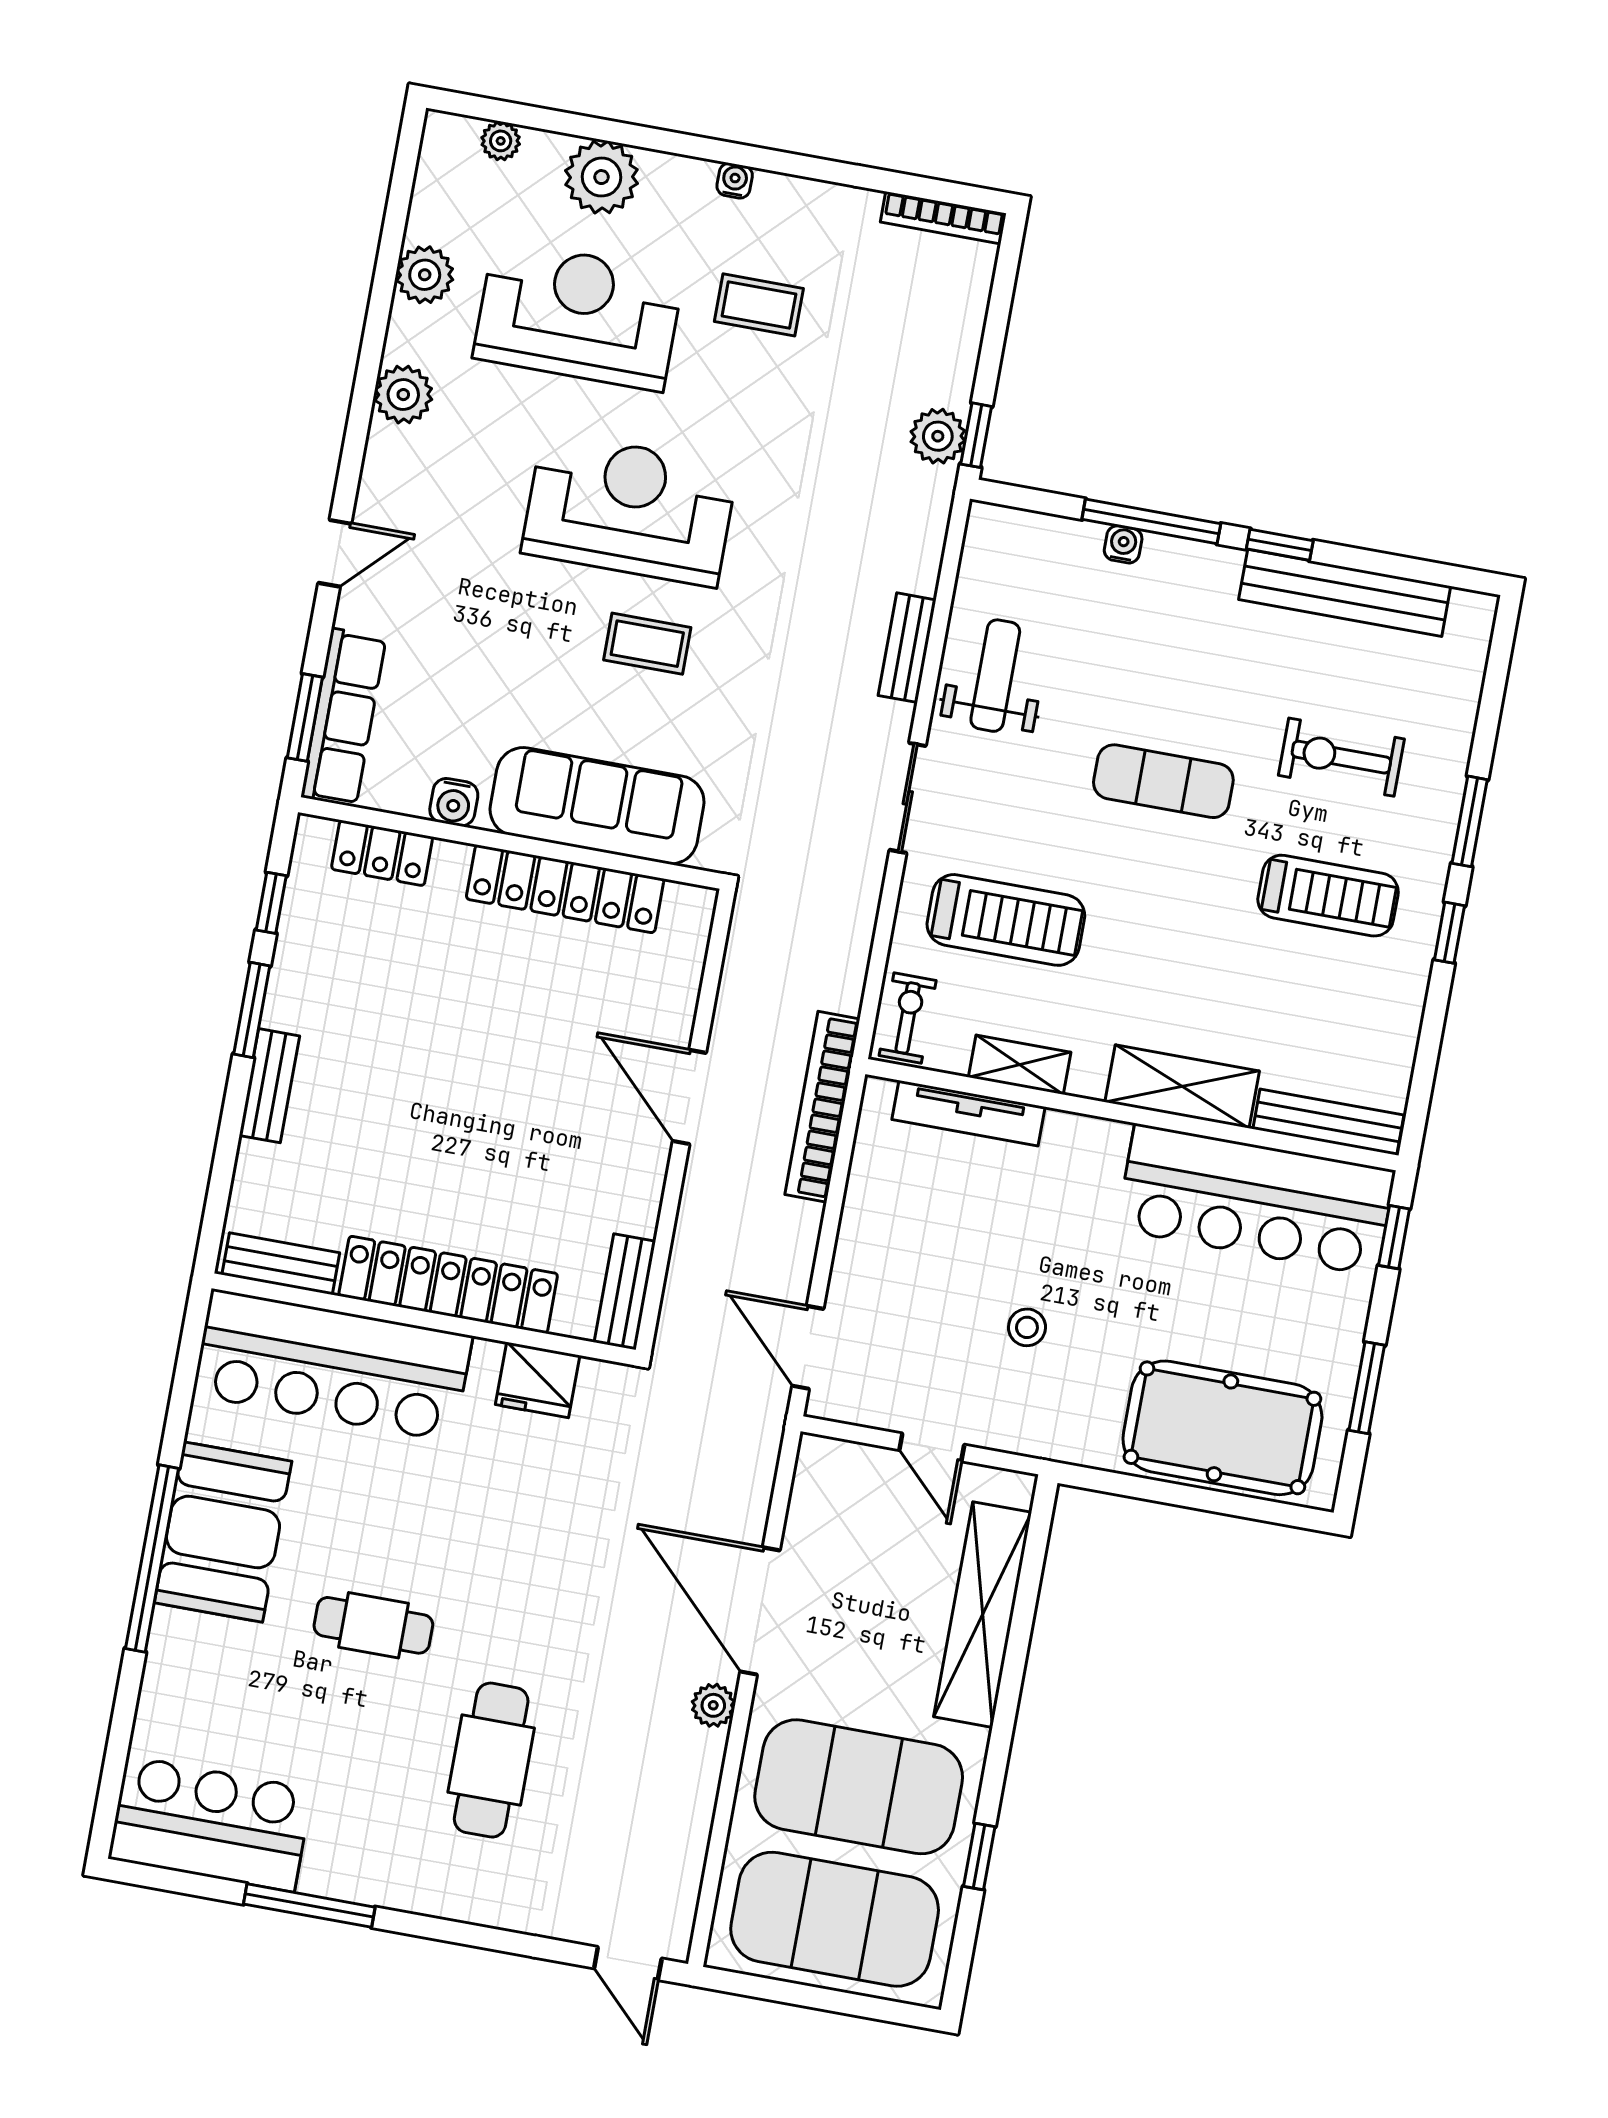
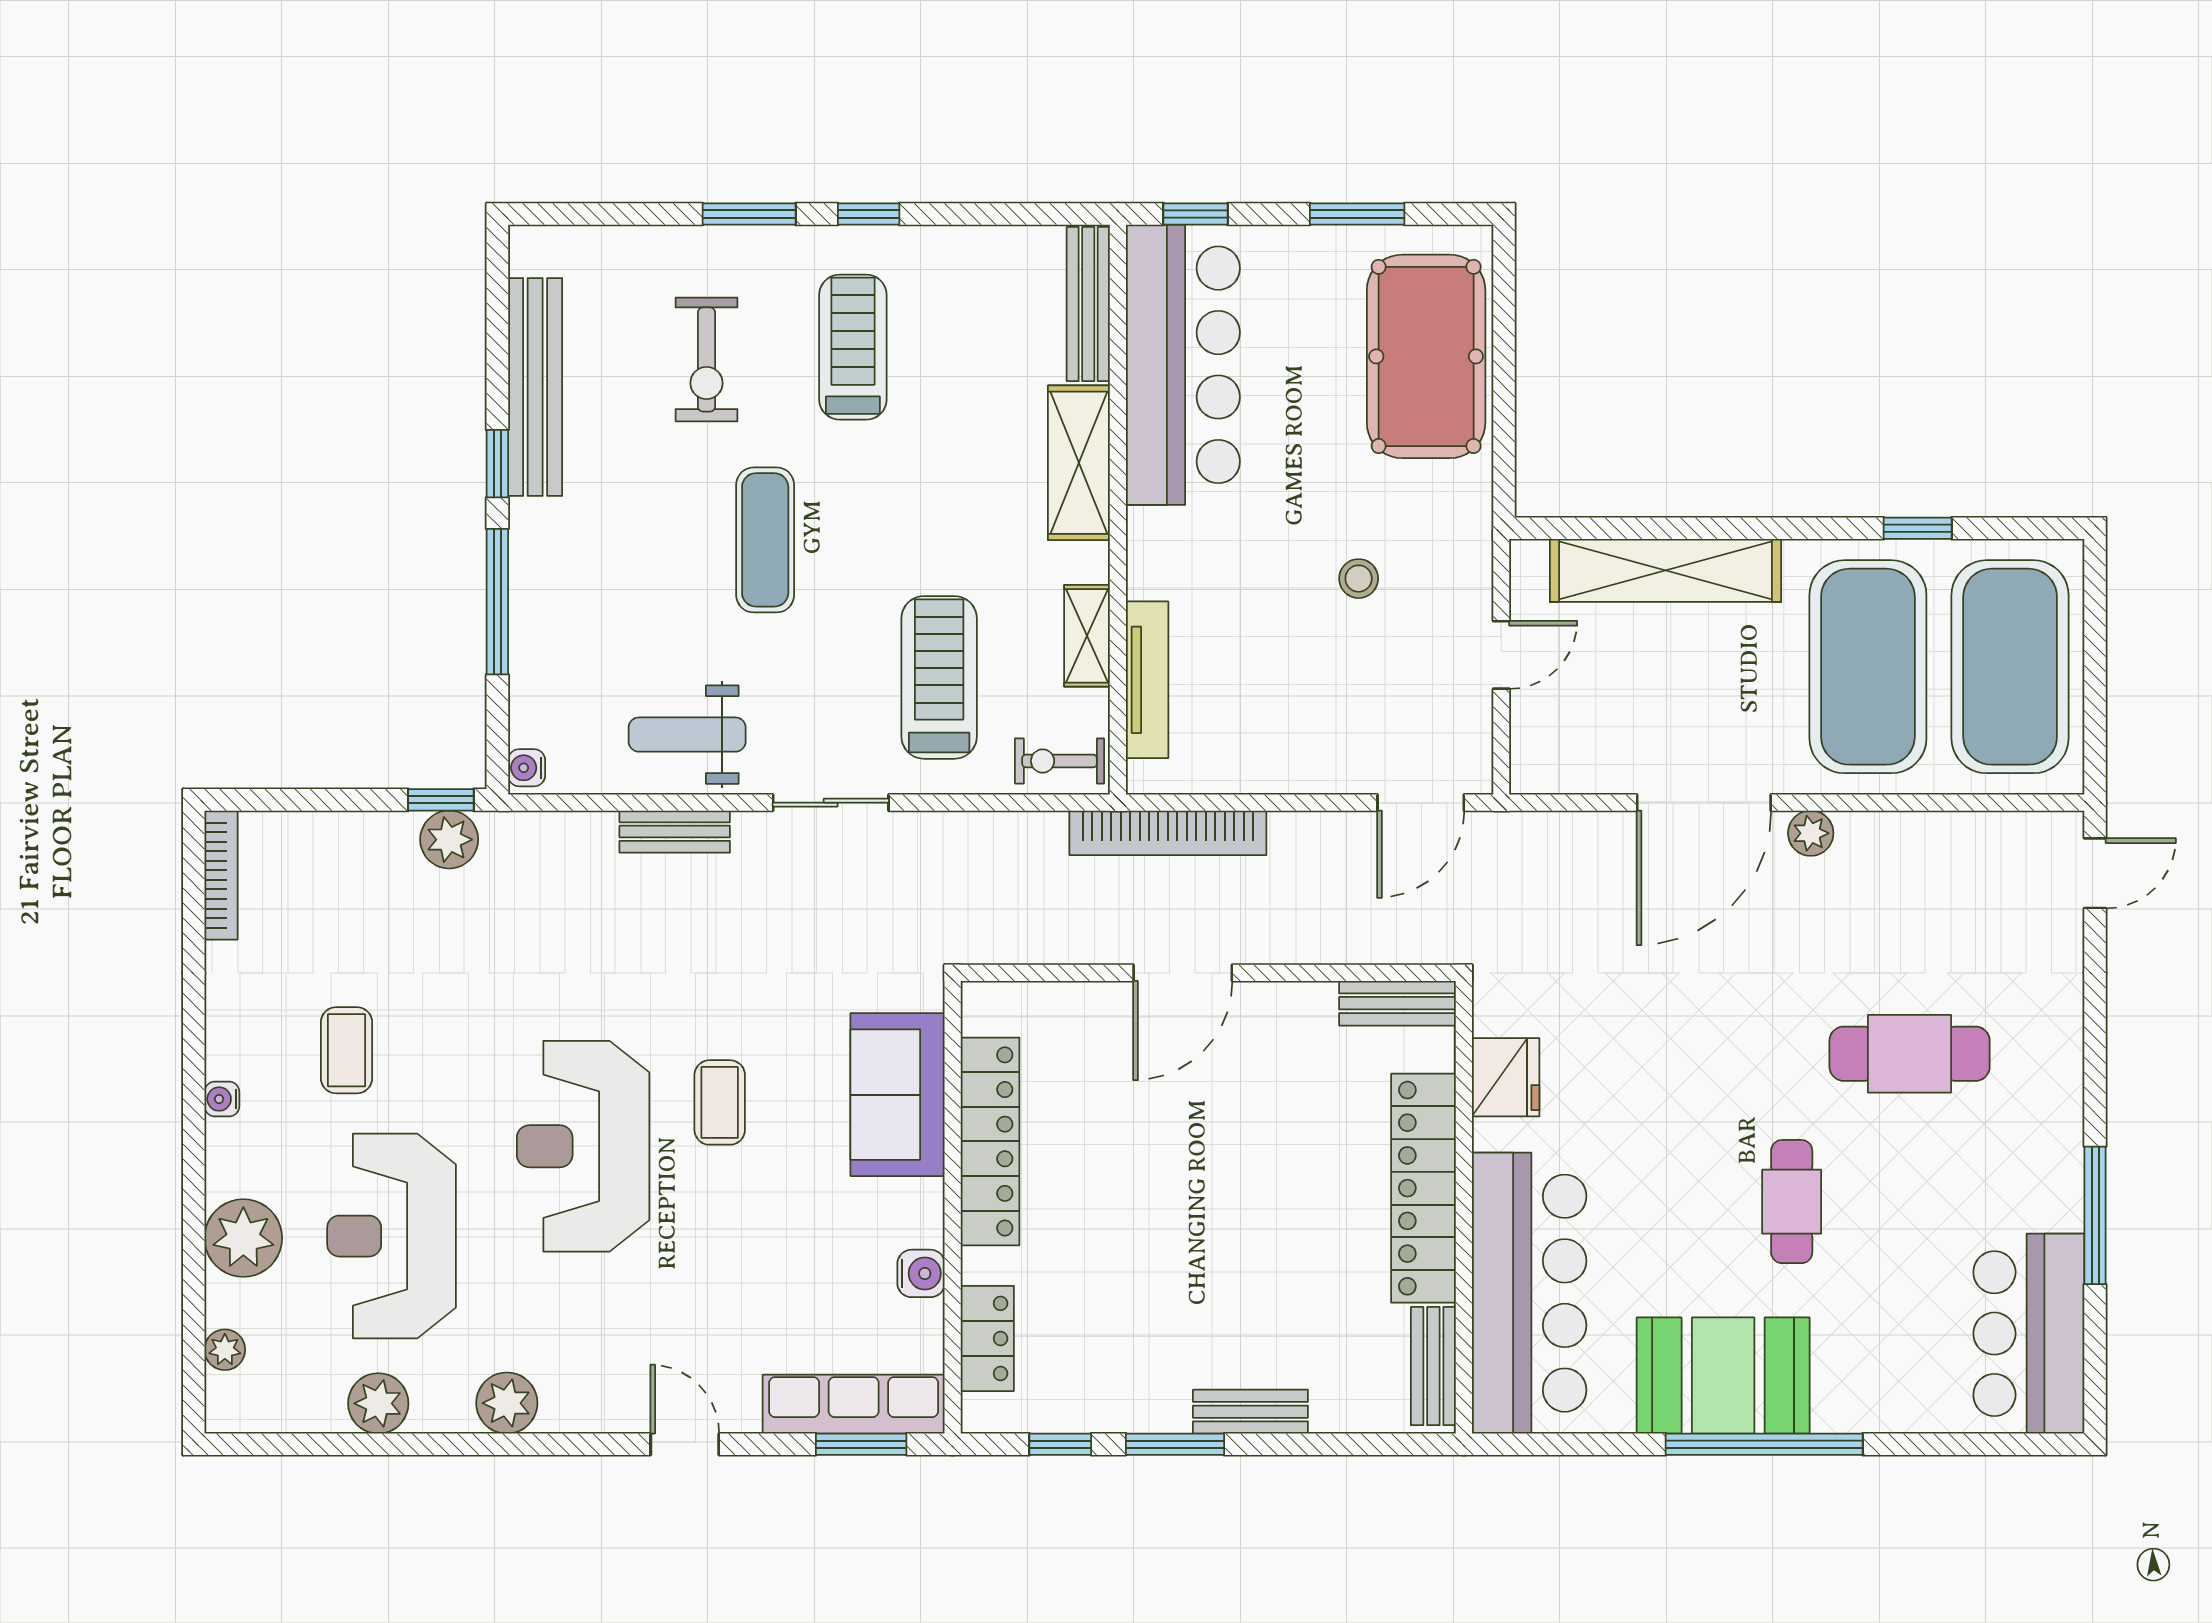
water cooler: (1123, 544) -> (527, 768), moved
sofa: (597, 806) -> (898, 1095), width x0.73

